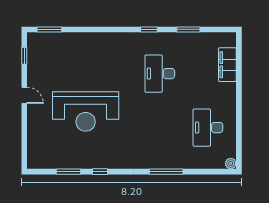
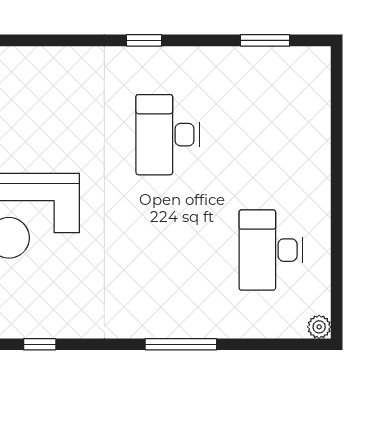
window: (188, 29) -> (265, 40), moved
filing cabinet: (227, 65) -> (312, 116), removed

